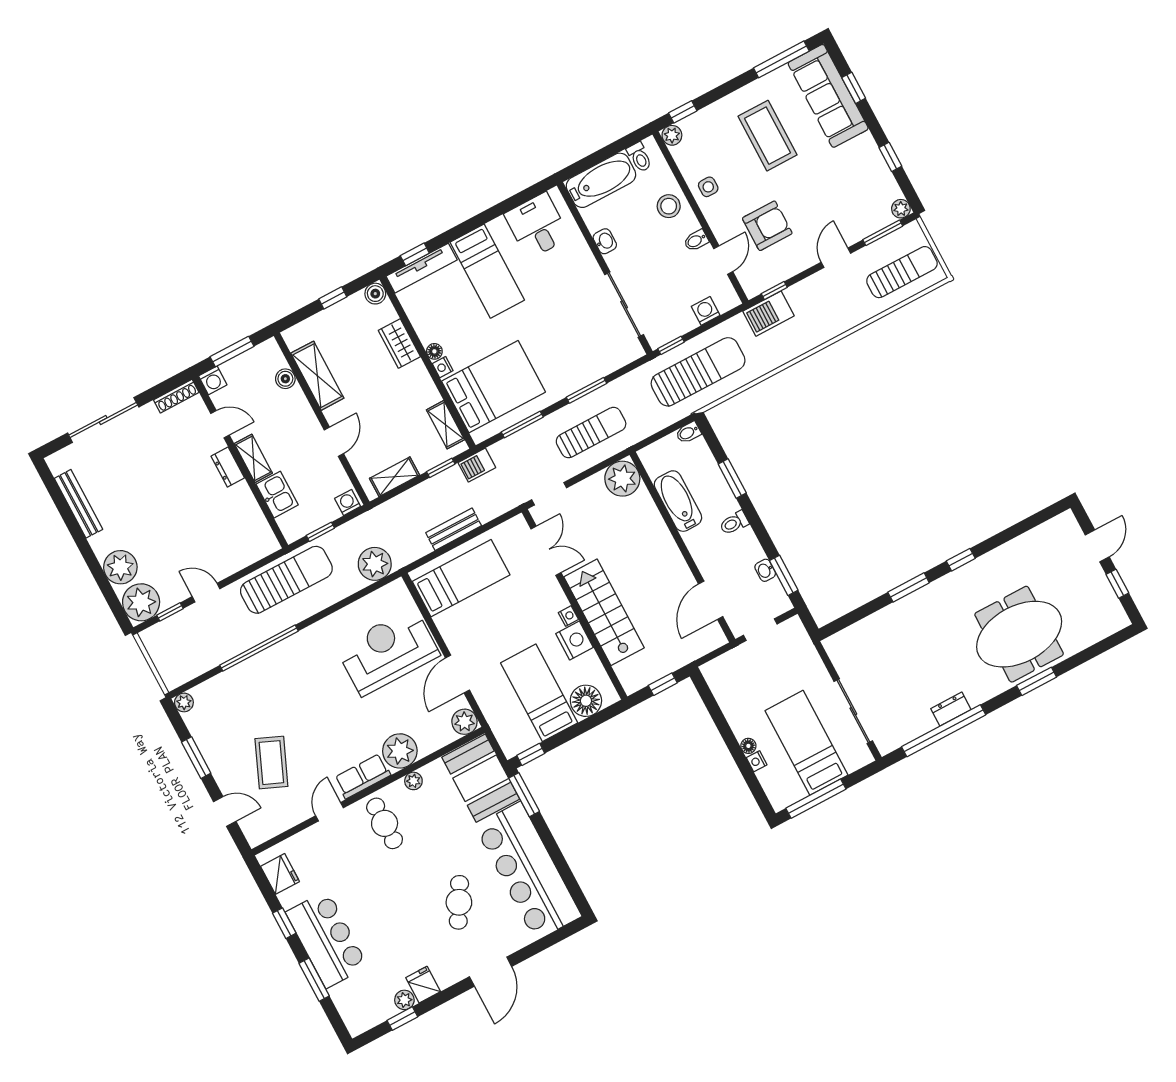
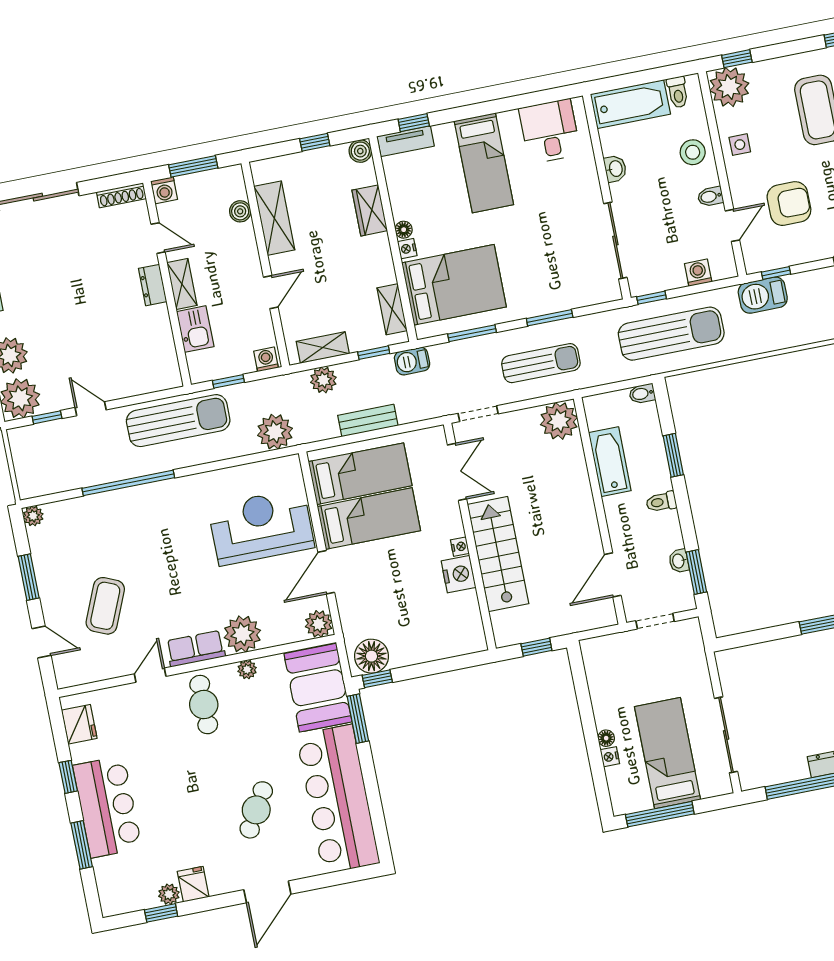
plant: (672, 135) -> (729, 87), width x1.88, depth x1.88
tv unit: (422, 268) -> (406, 141), width x0.71
plant: (404, 505) -> (323, 380), added
bed: (539, 693) -> (369, 519), moved, turned 90
floor lamp: (586, 701) -> (371, 656), moved

